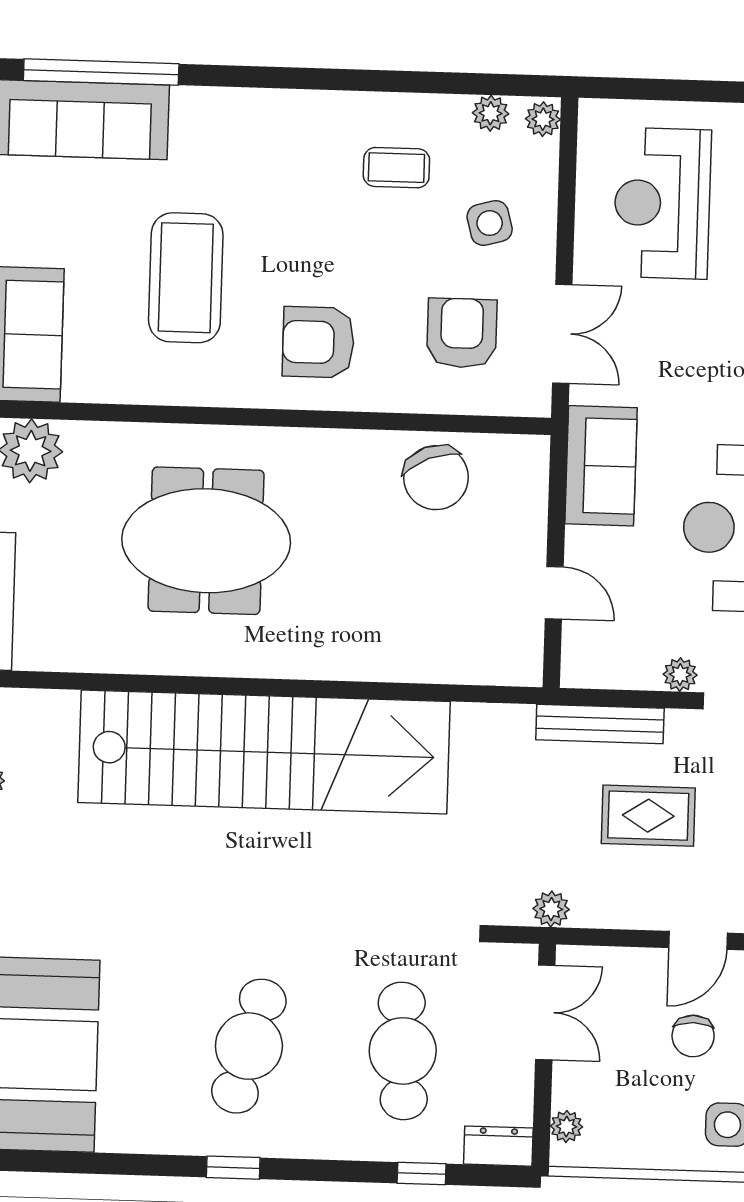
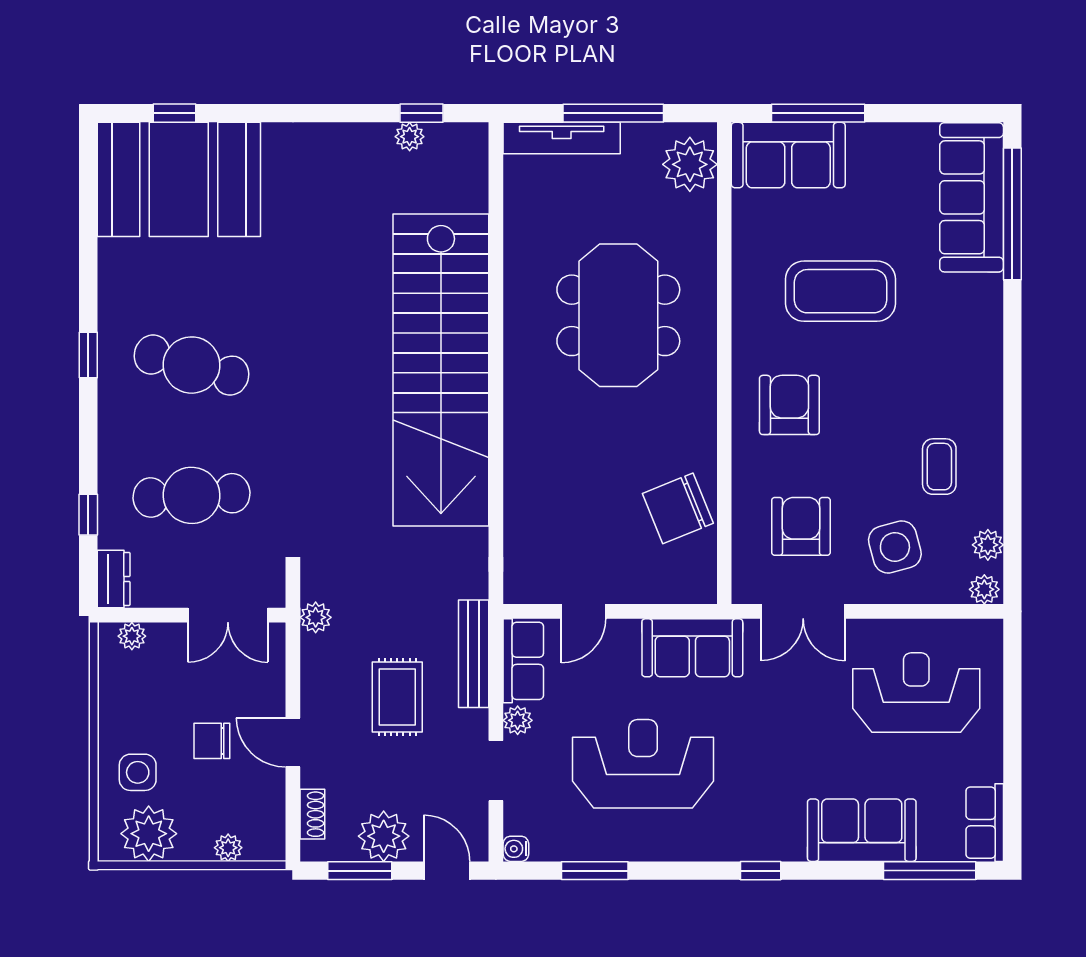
side table: (490, 223) -> (895, 547), width x1.37, depth x1.37
armchair: (462, 333) -> (801, 526), turned -90
row of seats: (610, 666) -> (523, 661), added

